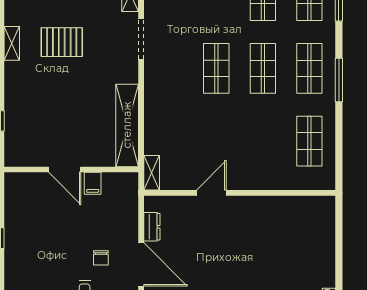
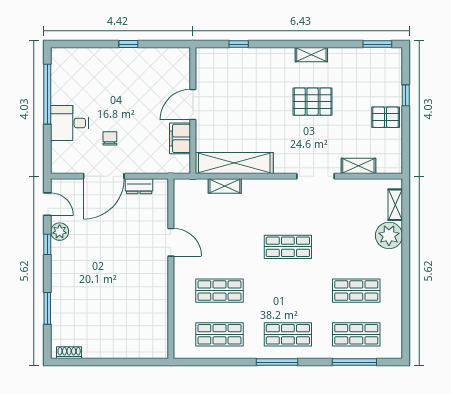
pallet: (62, 42) -> (313, 102), turned 90
shop shelf: (263, 68) -> (219, 291), moved
shelving: (152, 173) -> (225, 186), moved
filing cabinet: (93, 183) -> (180, 138), width x2.00
chair: (101, 258) -> (110, 138), turned 90

